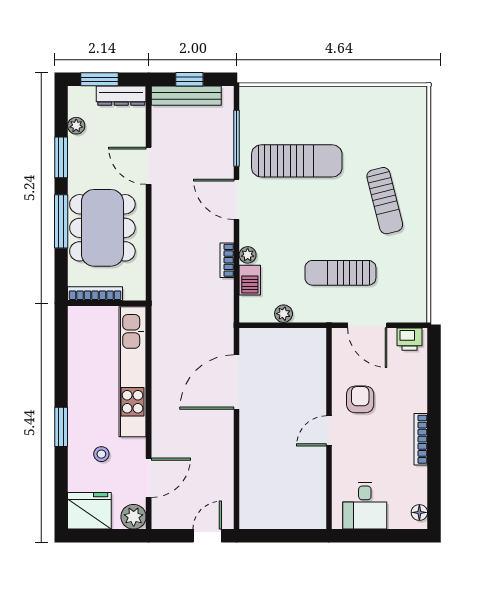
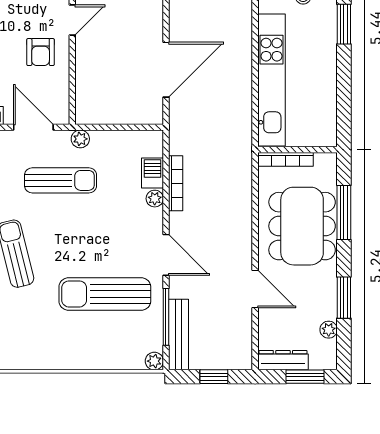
plant: (248, 95) -> (154, 361), added
bench: (186, 96) -> (179, 334), moved, turned 90
window: (61, 221) -> (344, 213), moved
bookcase: (227, 260) -> (176, 183), width x1.56
bookcase: (95, 294) -> (286, 159), moved
plant: (284, 314) -> (80, 139), moved

